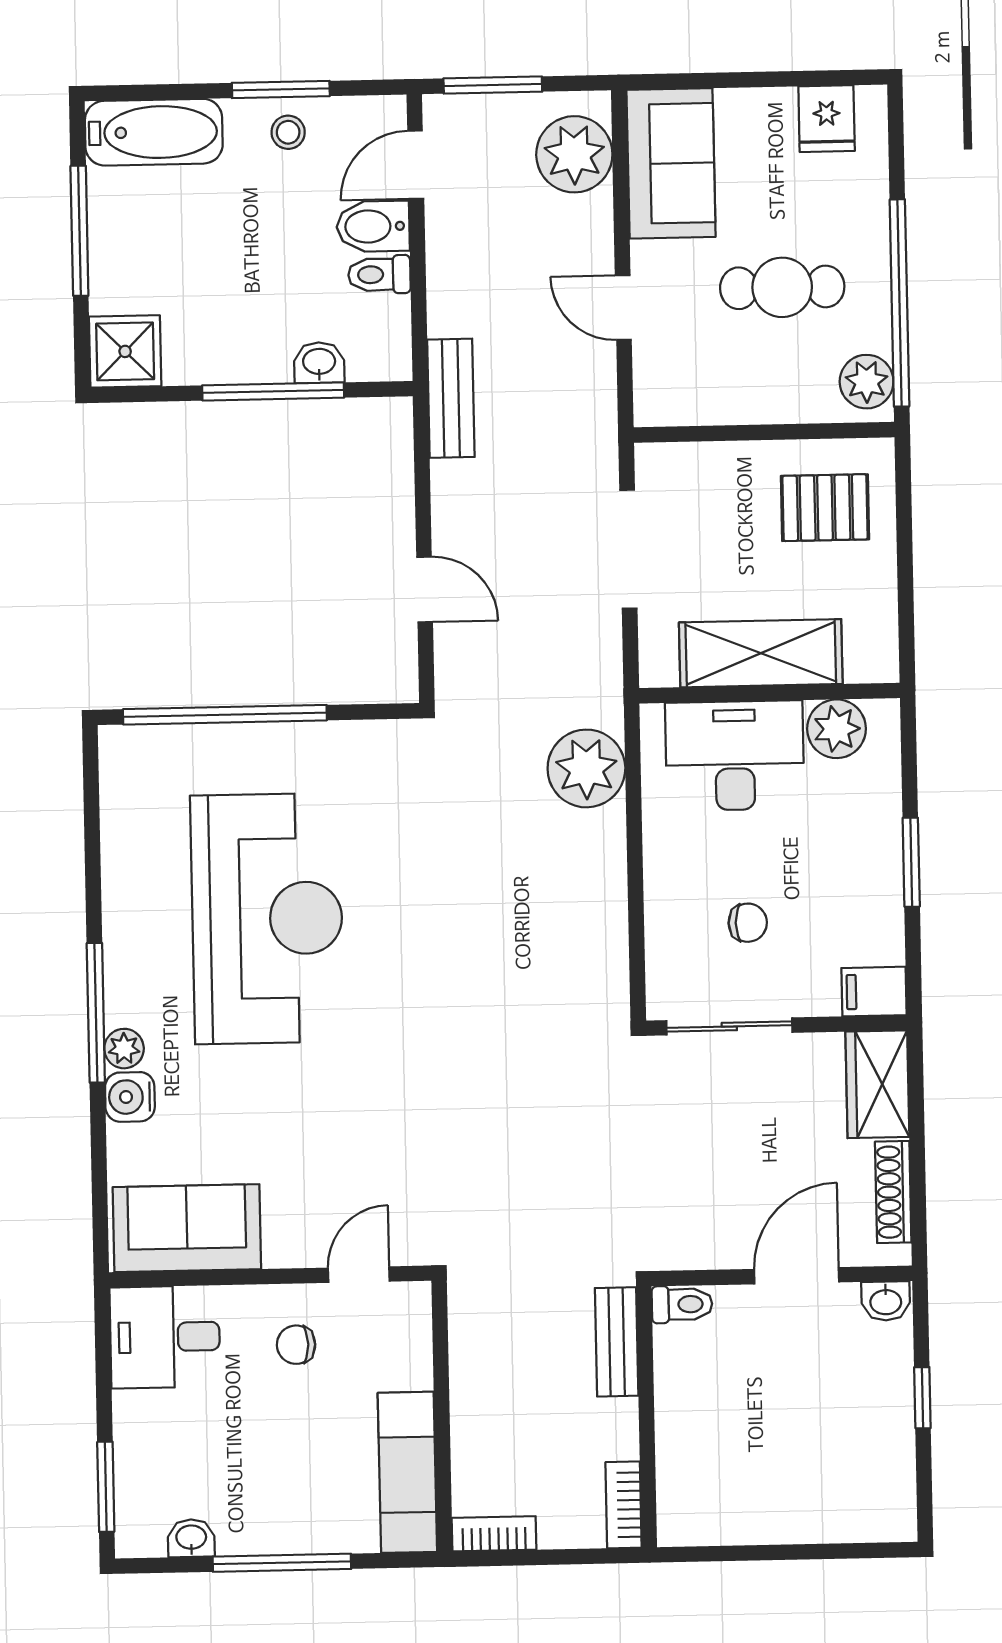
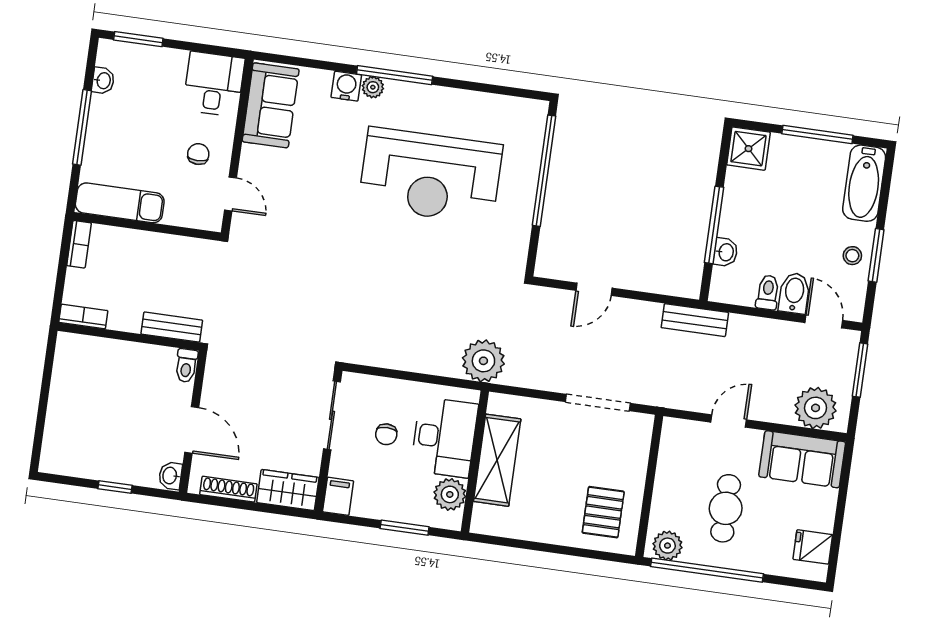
shelving: (761, 653) -> (497, 460), moved
wall: (770, 693) -> (475, 461), moved
plant: (837, 729) -> (450, 494), moved
desk: (735, 756) -> (444, 437), moved

